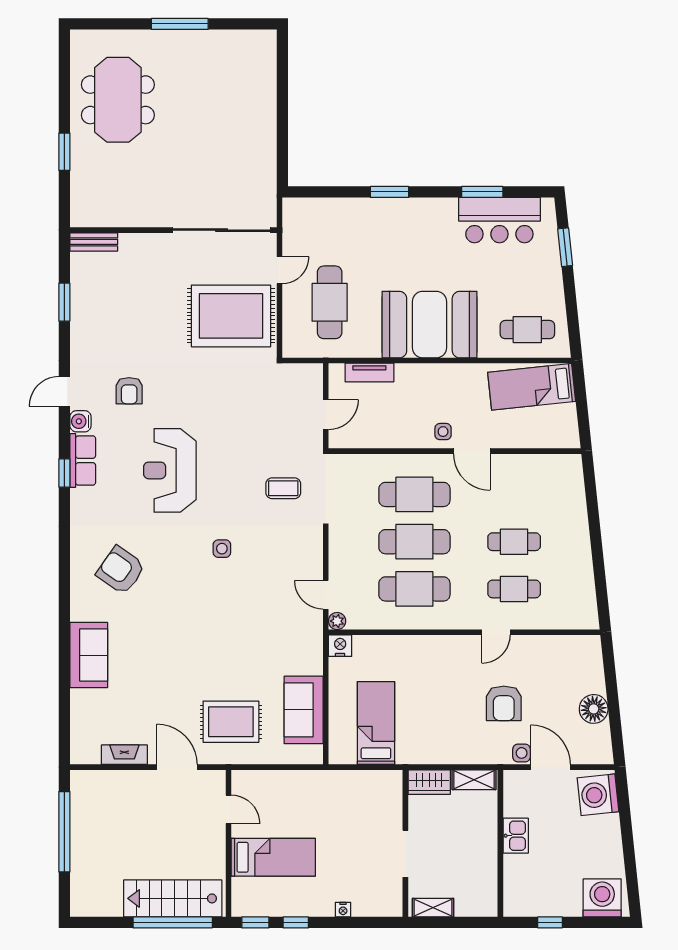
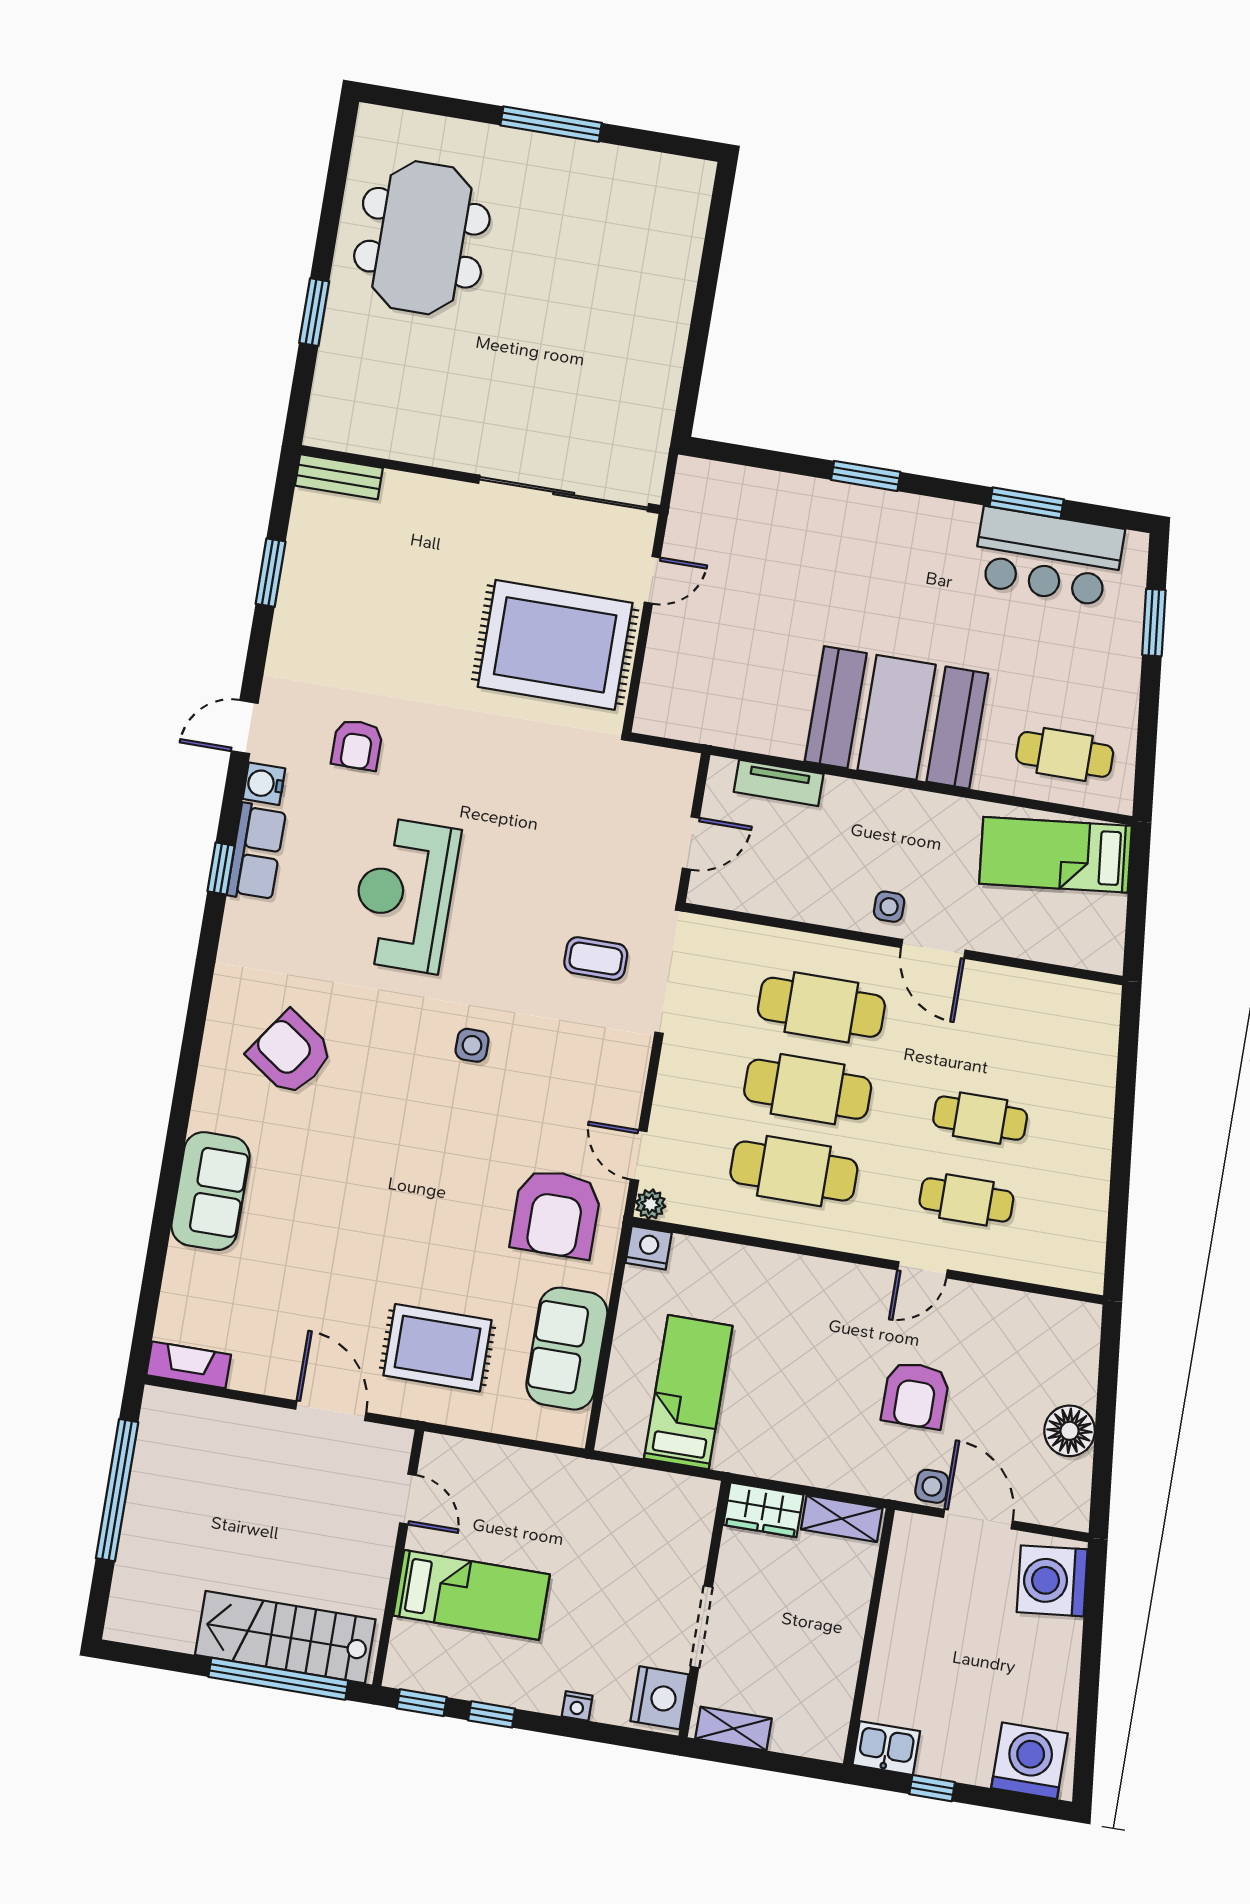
cafe table: (330, 302) -> (730, 650), removed
armchair: (285, 635) -> (556, 1214), added
fireplace: (124, 755) -> (189, 1365), moved
kitchen sink: (516, 836) -> (886, 1748), moved, turned -90
nightstand: (388, 897) -> (659, 1698), added

